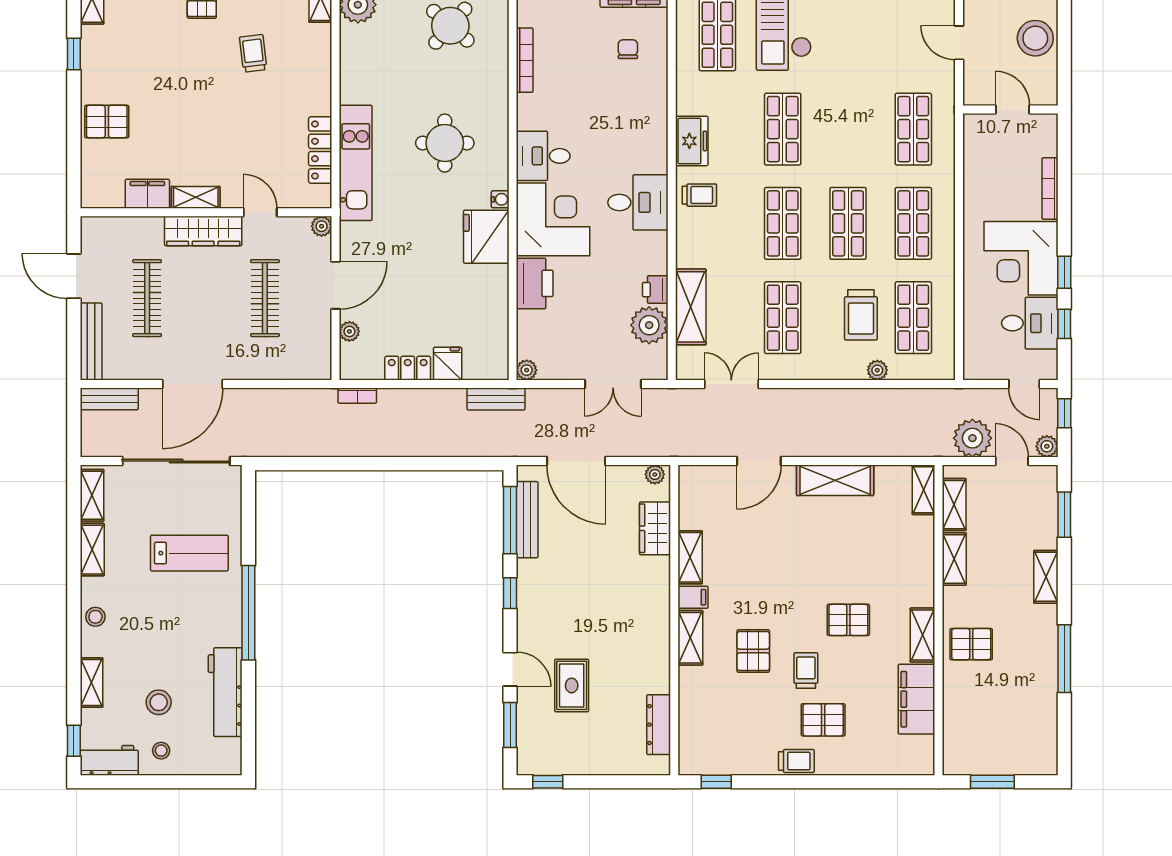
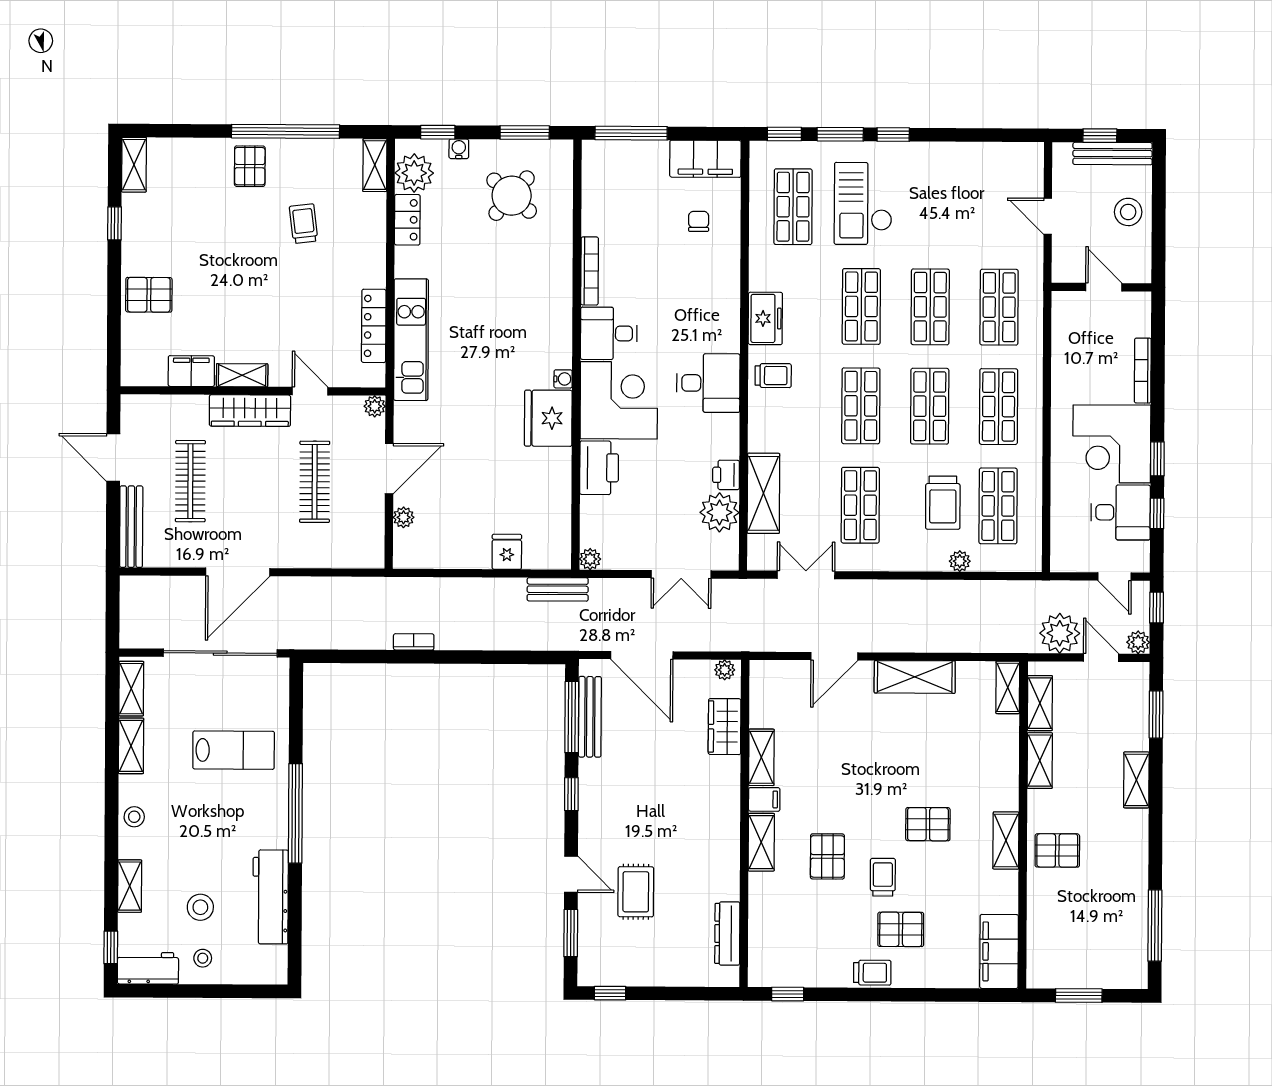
stool: (1035, 38) -> (1128, 212), width x0.73, depth x0.73
bookcase: (525, 60) -> (590, 271), moved
shop shelf: (848, 129) -> (930, 307), added
round table: (445, 143) -> (505, 319), removed
locker: (408, 368) -> (407, 220), moved, turned 90
bookcase: (357, 396) -> (414, 642), moved, turned 180
bench: (109, 399) -> (150, 587), removed
window: (1064, 659) -> (1155, 925), moved
filing cabinet: (916, 699) -> (999, 951), moved

